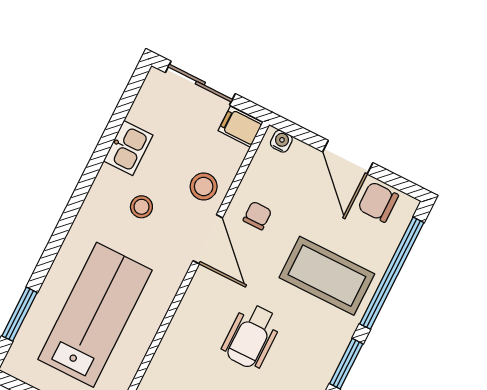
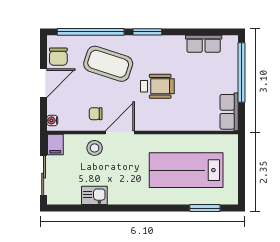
stool: (141, 207) -> (120, 174), removed
coffee table: (327, 276) -> (108, 64), turned -72

